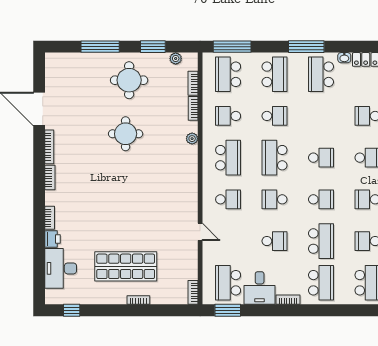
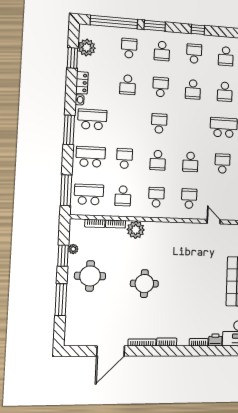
plant: (176, 59) -> (73, 249), moved
school desk: (228, 74) -> (89, 194), turned 180
school desk: (321, 74) -> (92, 119), turned 180
round table: (126, 134) -> (144, 284), moved
plant: (192, 139) -> (136, 230), width x1.88, depth x1.88
school desk: (228, 158) -> (156, 197), width x0.54
school desk: (275, 158) -> (158, 160), width x0.54
school desk: (321, 199) -> (192, 125), removed
door: (200, 232) -> (214, 222), hinge flipped

